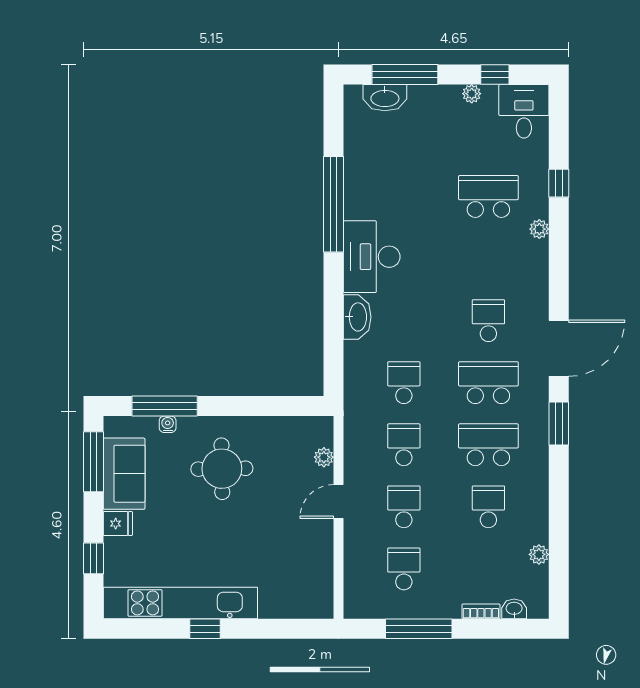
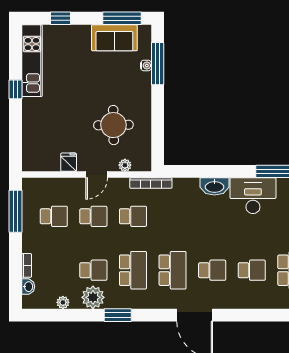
plant: (539, 229) -> (93, 297), moved, width x1.88, depth x1.88
school desk: (404, 383) -> (252, 270), moved
bookcase: (352, 417) -> (151, 183), added
window: (559, 423) -> (118, 315), moved
round table: (222, 469) -> (113, 125), moved
door: (339, 502) -> (97, 175), swing flipped
fridge: (118, 524) -> (69, 162), moved, turned 180
kitchen unit: (180, 603) -> (32, 61), width x0.73
window: (419, 629) -> (16, 211), moved

